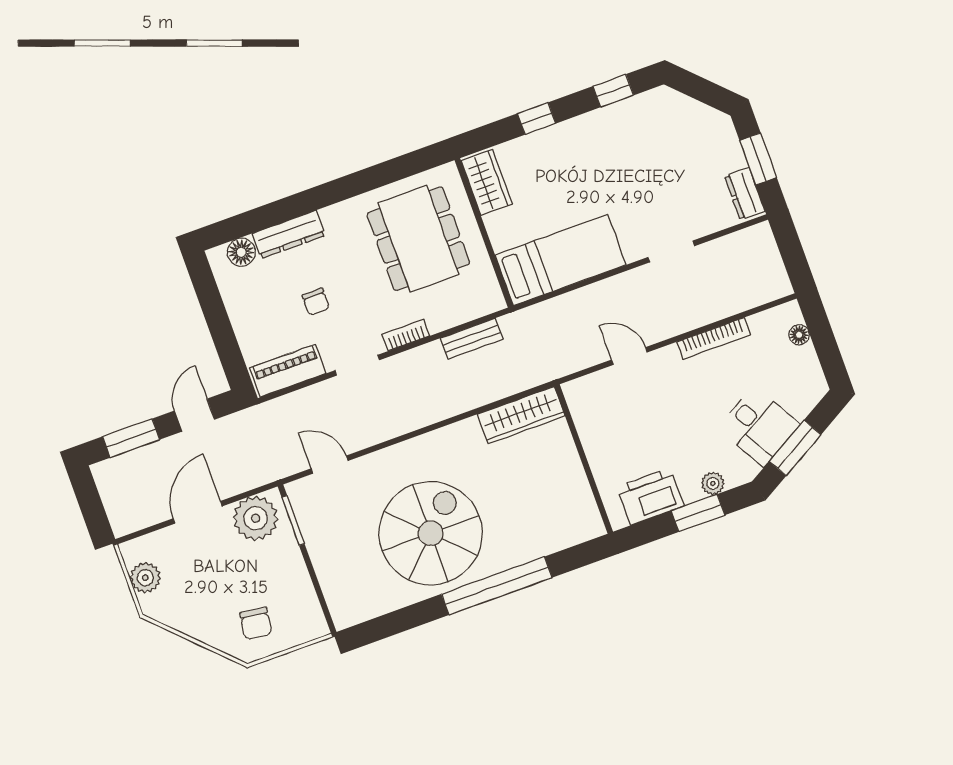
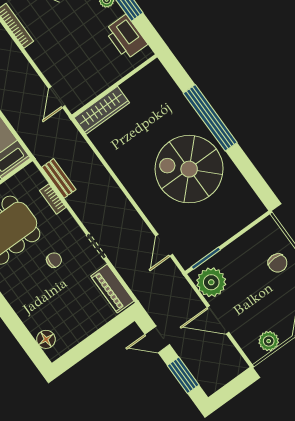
dresser: (289, 234) -> (26, 313), removed
chair: (316, 302) -> (54, 260), moved
bookcase: (406, 335) -> (53, 199), moved
door: (629, 356) -> (57, 97), moved
wardrobe: (521, 415) -> (102, 110), moved, turned 90
chair: (256, 623) -> (278, 263), turned 82

